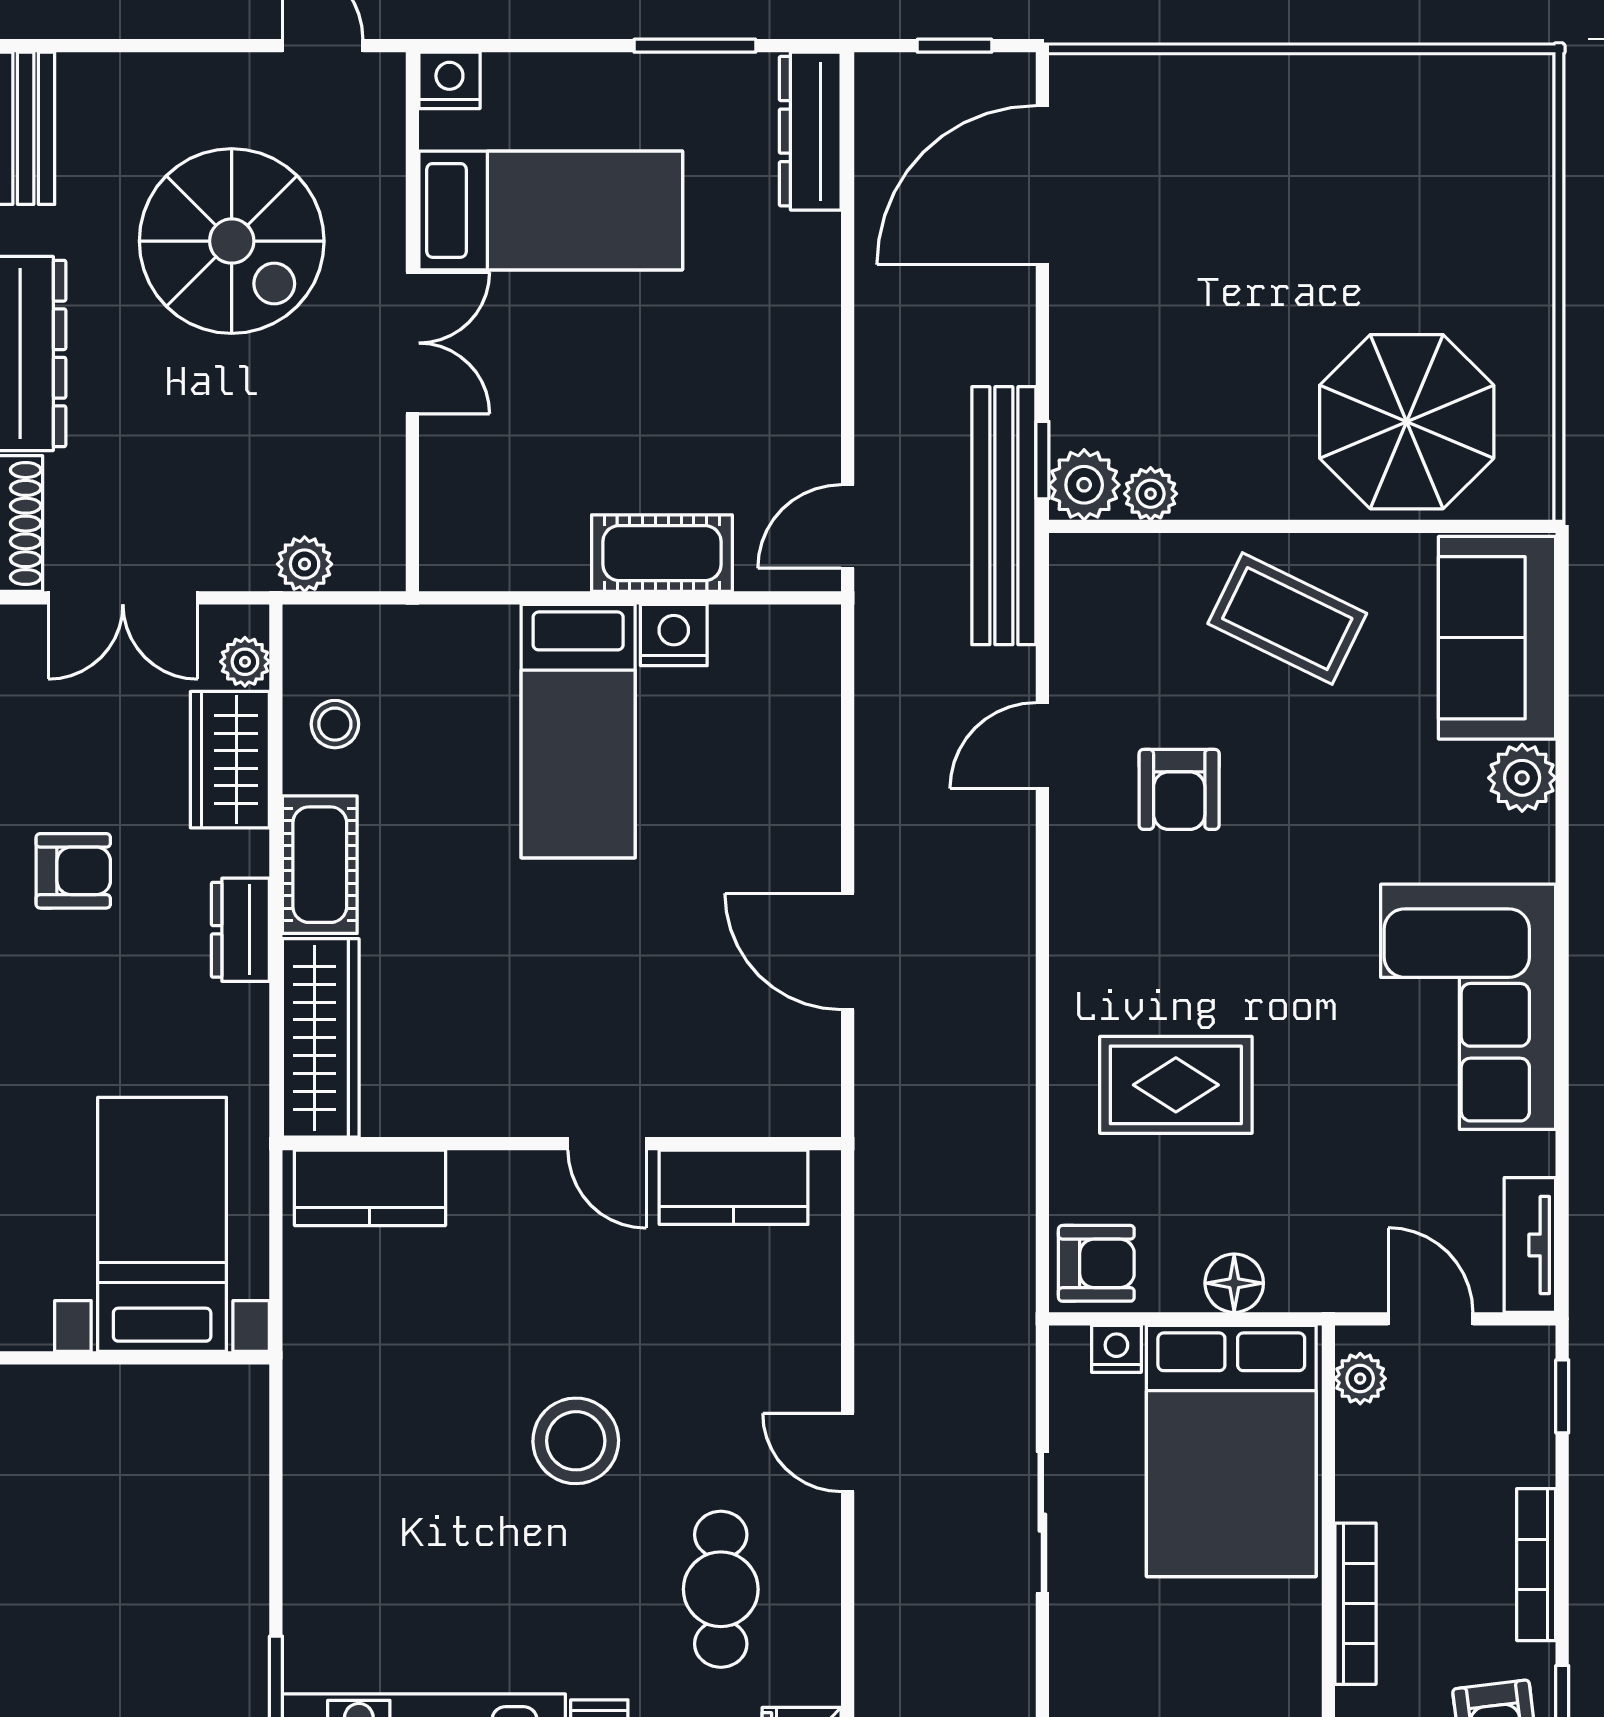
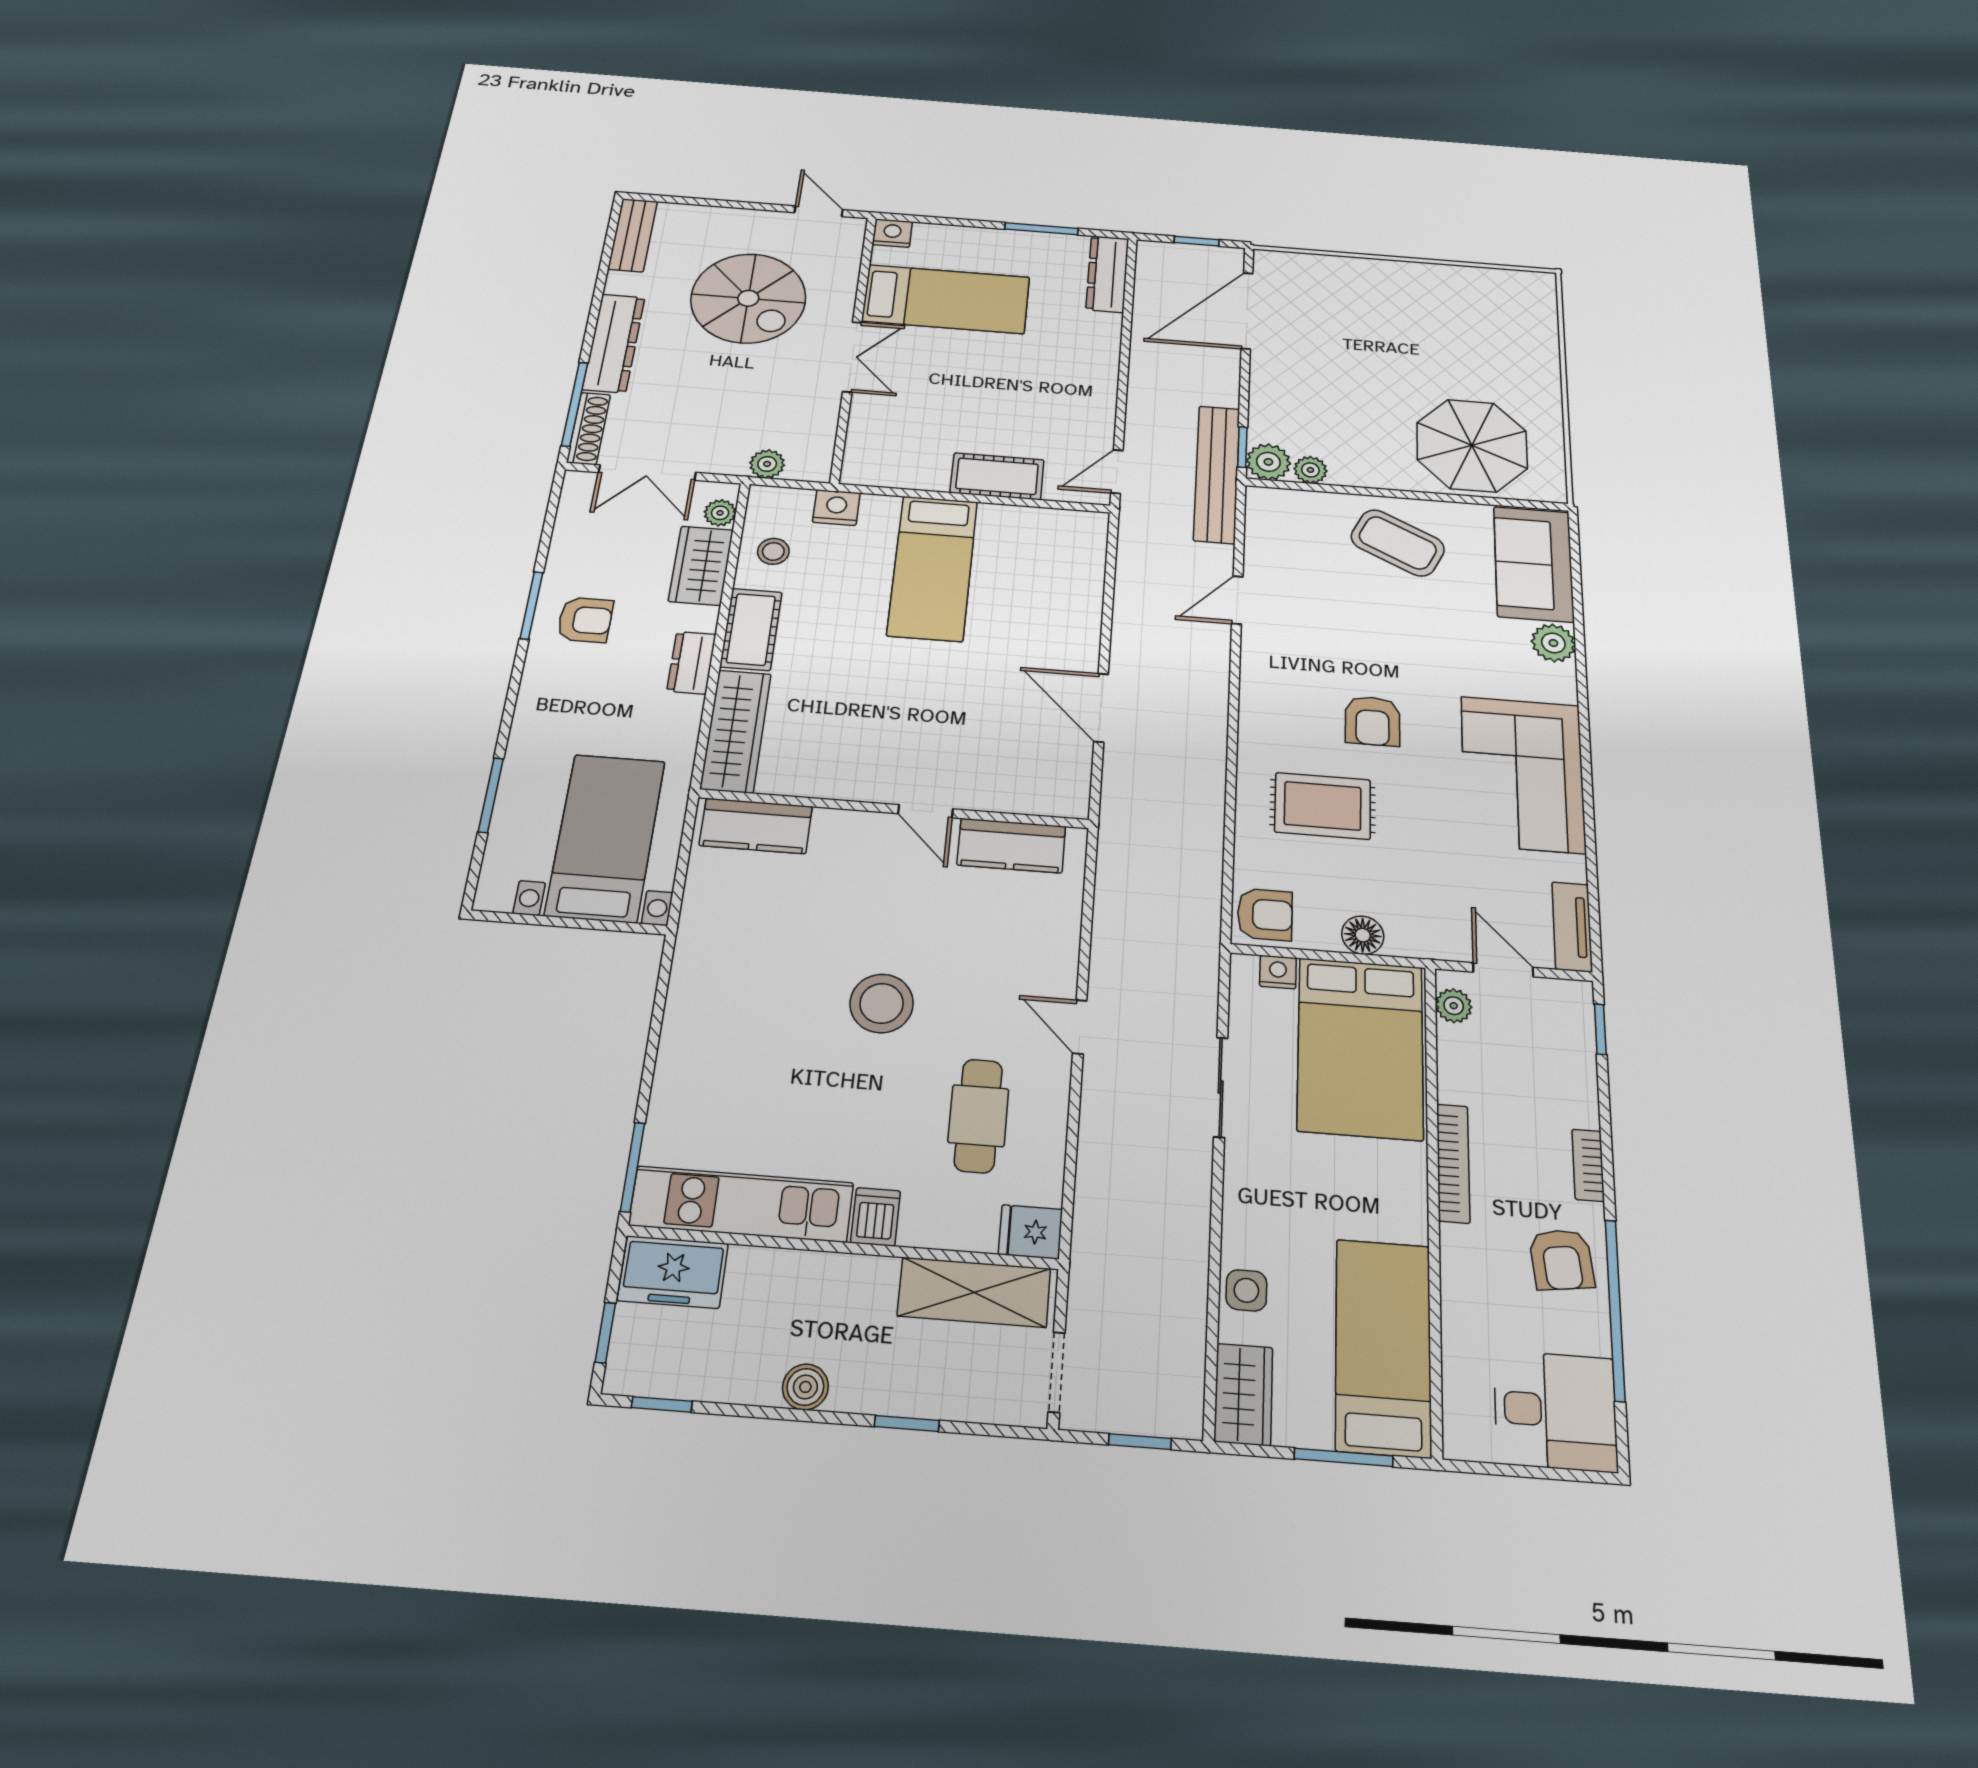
nightstand: (674, 635) -> (836, 508), moved
armchair: (1179, 789) -> (1373, 721), moved
bookcase: (1536, 1565) -> (1588, 1165), width x0.64

